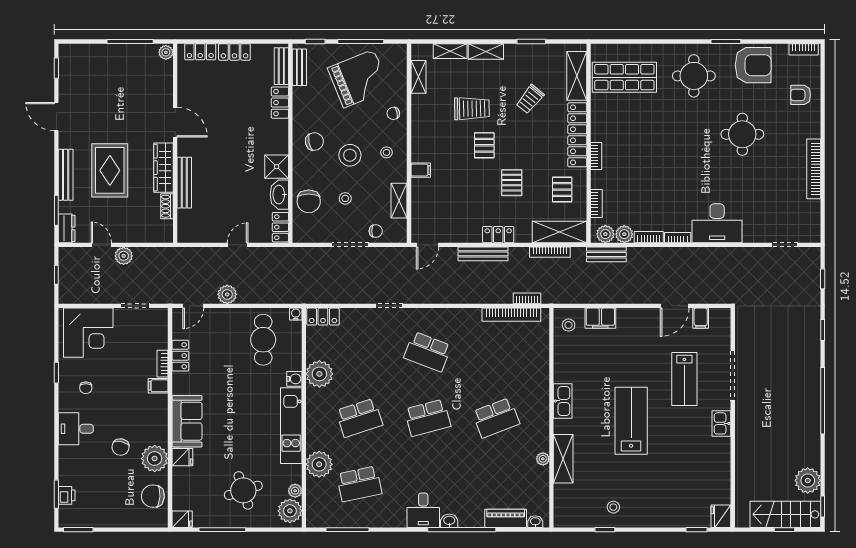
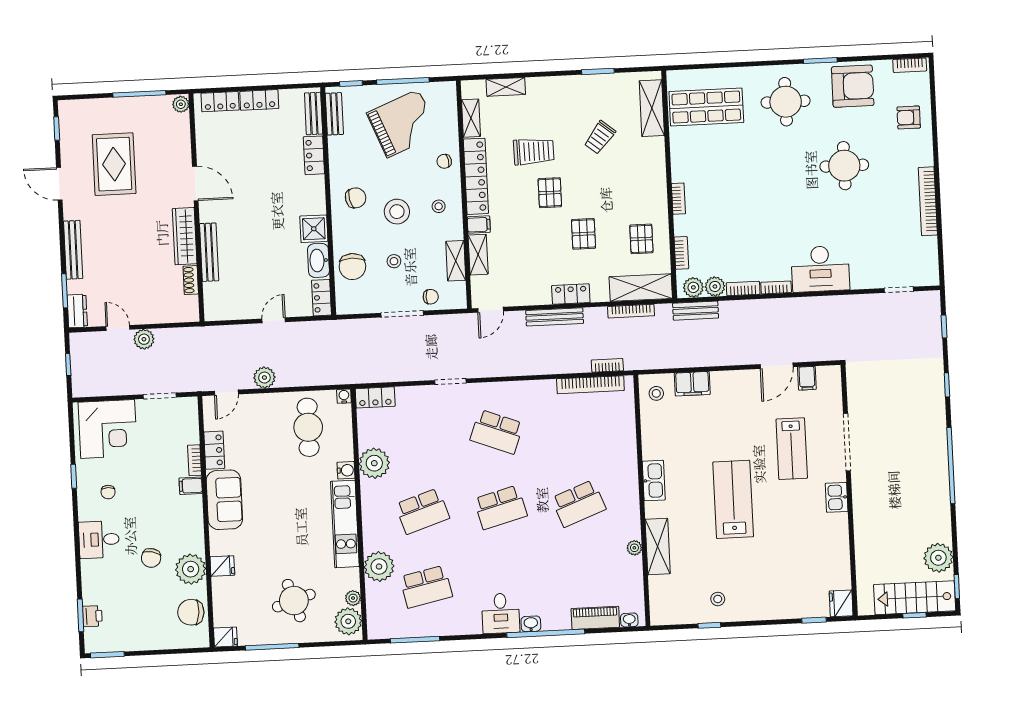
shelving: (486, 51) -> (478, 255), moved, turned 90
locker: (577, 135) -> (476, 176), moved, turned 180
rug: (110, 170) -> (114, 164), moved
sofa: (187, 421) -> (224, 500), moved

